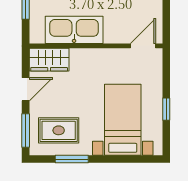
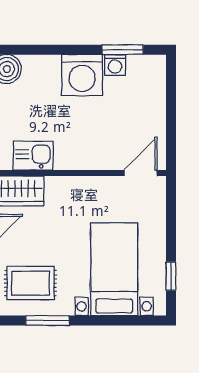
kitchen sink: (74, 30) -> (33, 156), width x0.53, depth x0.81
window: (166, 109) -> (171, 276), moved

